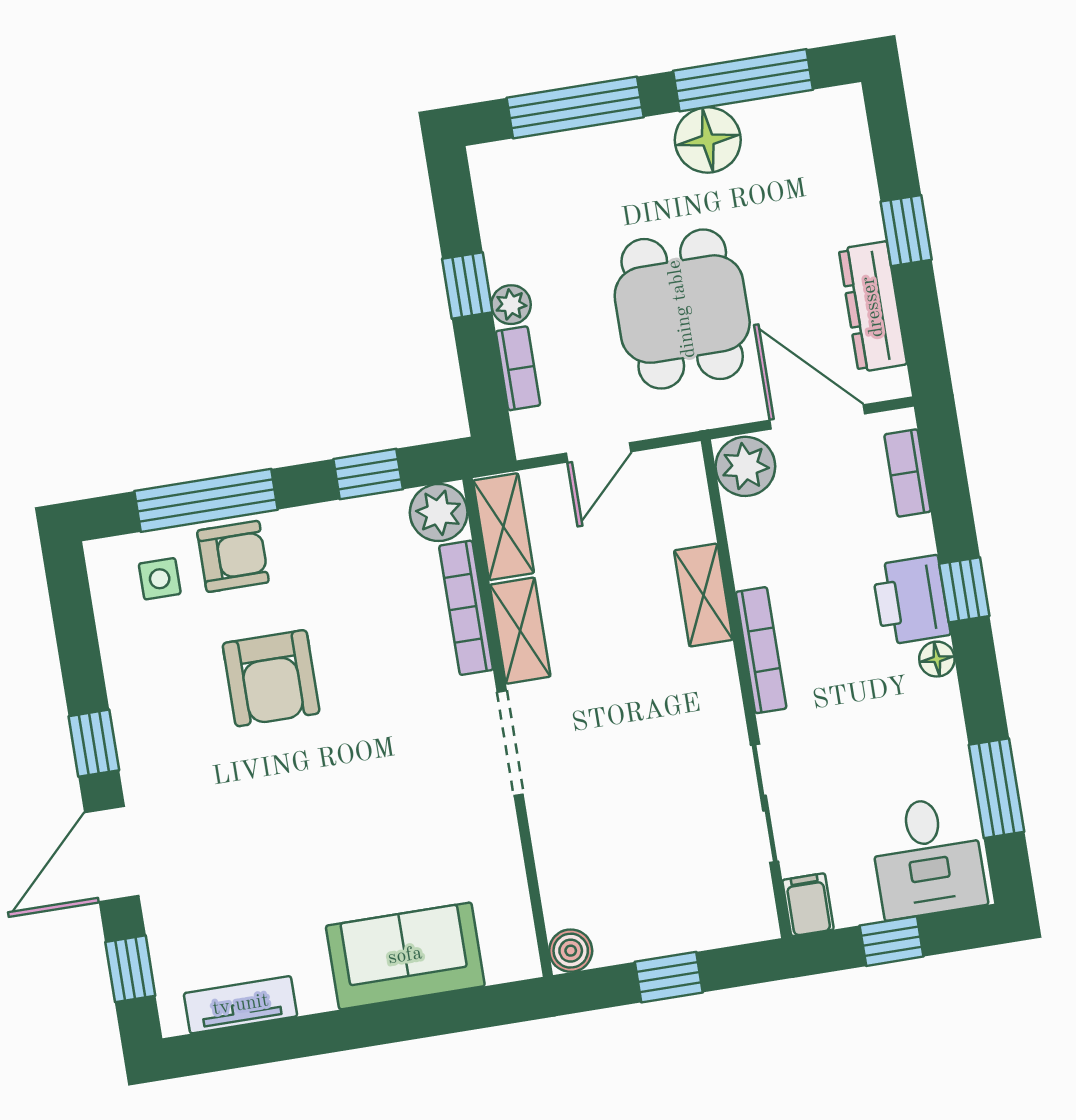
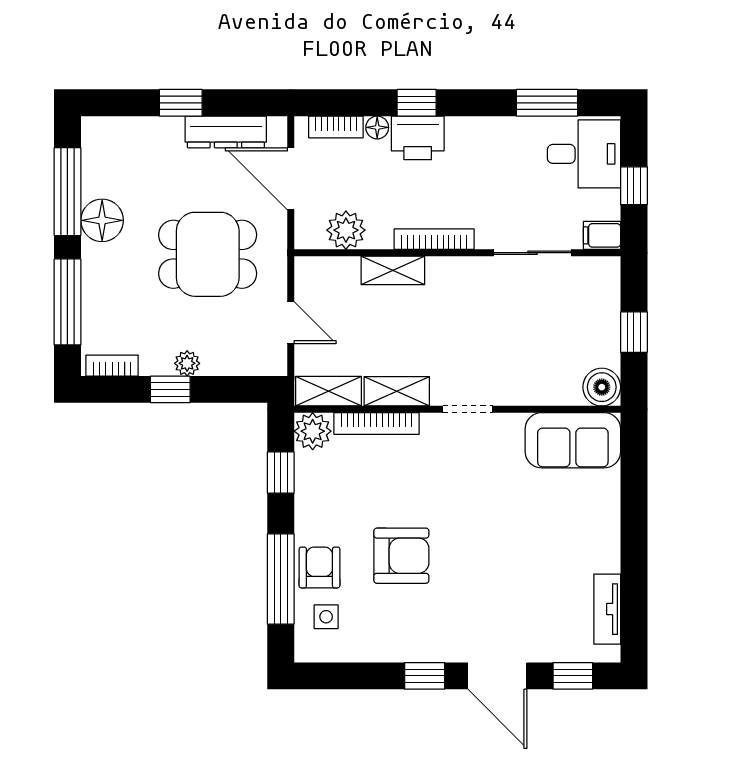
bookcase: (518, 368) -> (112, 366), moved
door: (817, 417) -> (291, 179), hinge flipped
plant: (745, 466) -> (346, 230), moved
floor lamp: (937, 659) -> (377, 127), moved
doorway: (510, 743) -> (468, 409), width x0.73
boiler: (571, 951) -> (602, 387), width x1.36, depth x1.36
sofa: (405, 956) -> (573, 440), moved, turned -90

